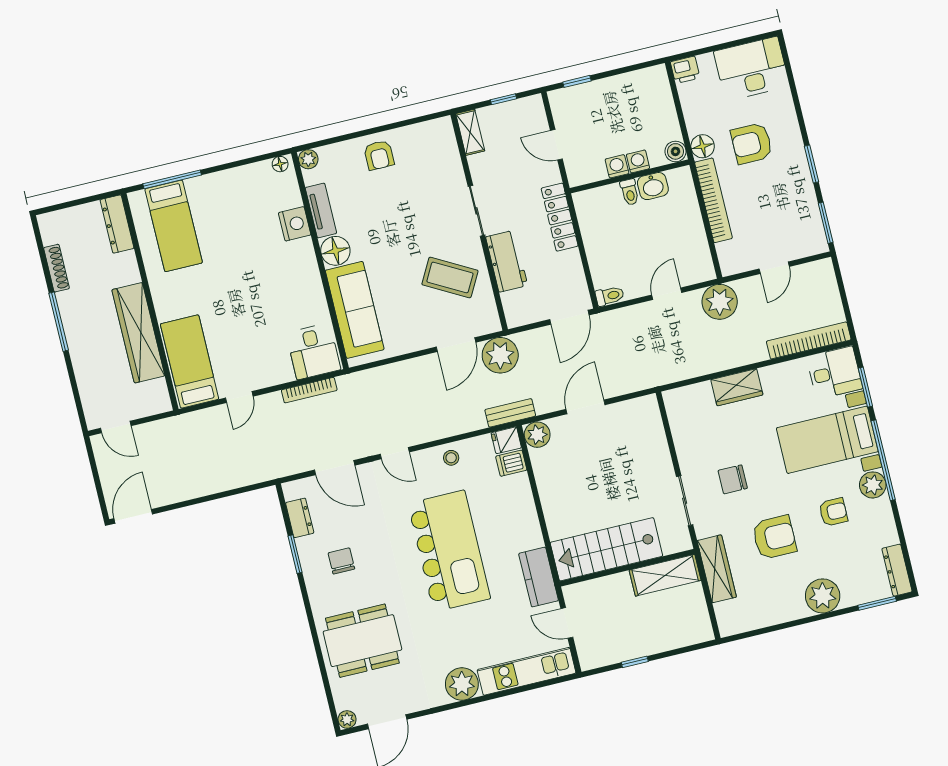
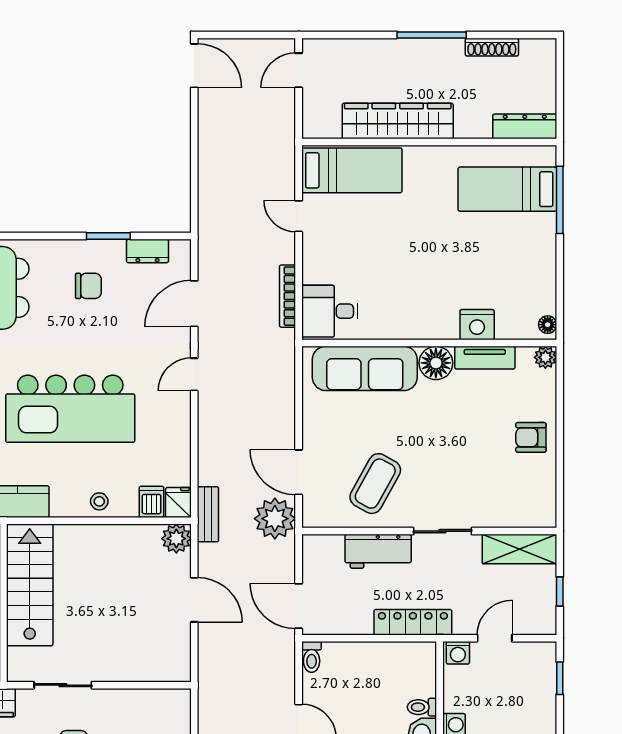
shelving: (470, 132) -> (519, 549), width x1.50, depth x1.33
washing machine: (617, 166) -> (458, 653), moved, turned 90
stool: (451, 458) -> (99, 501), moved

